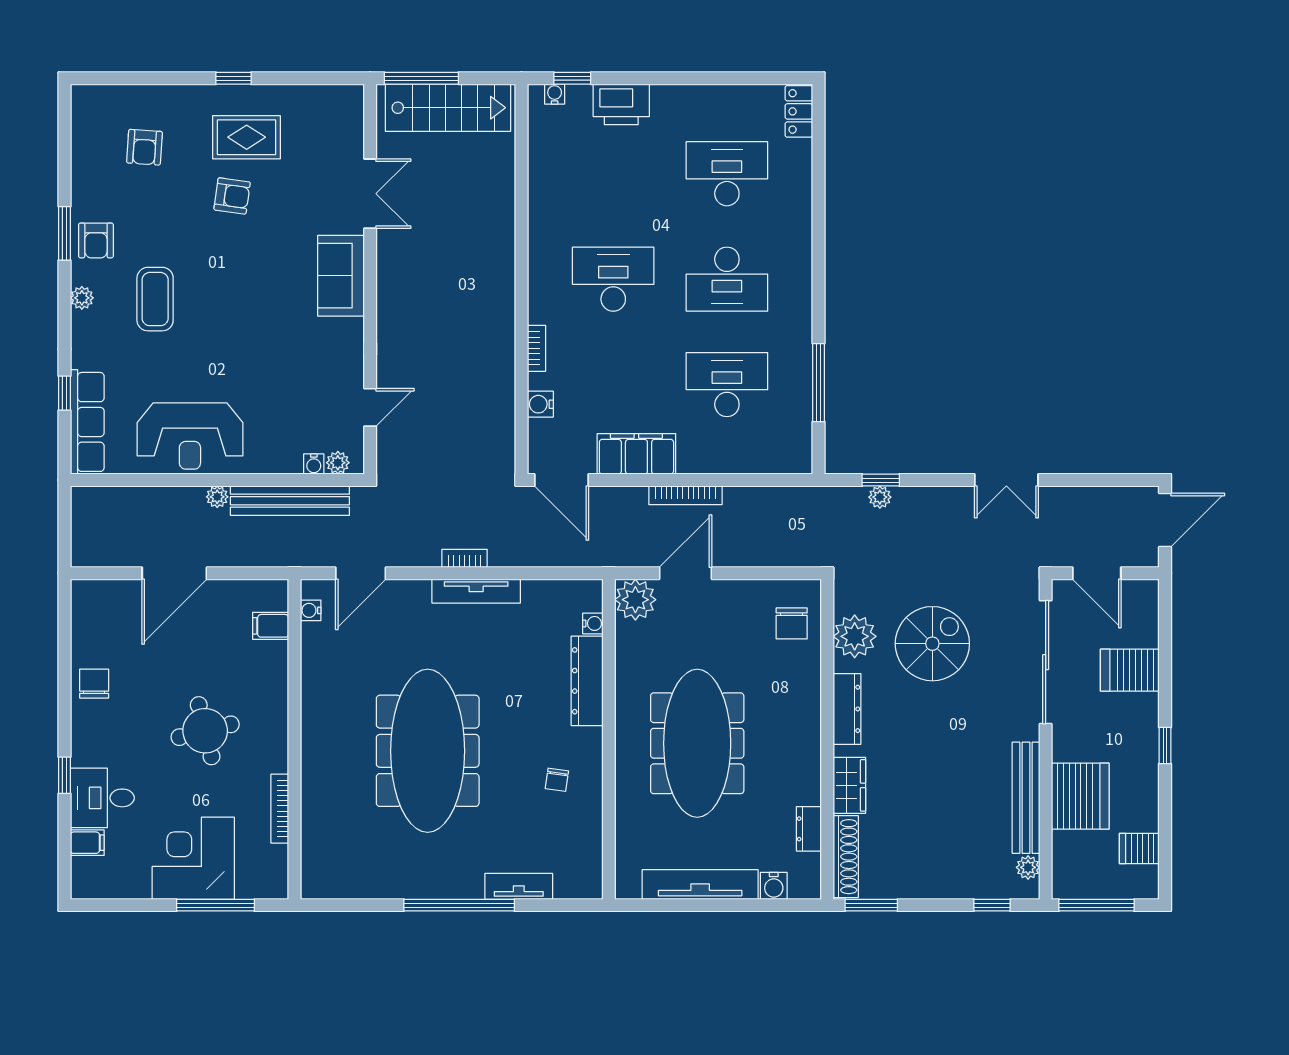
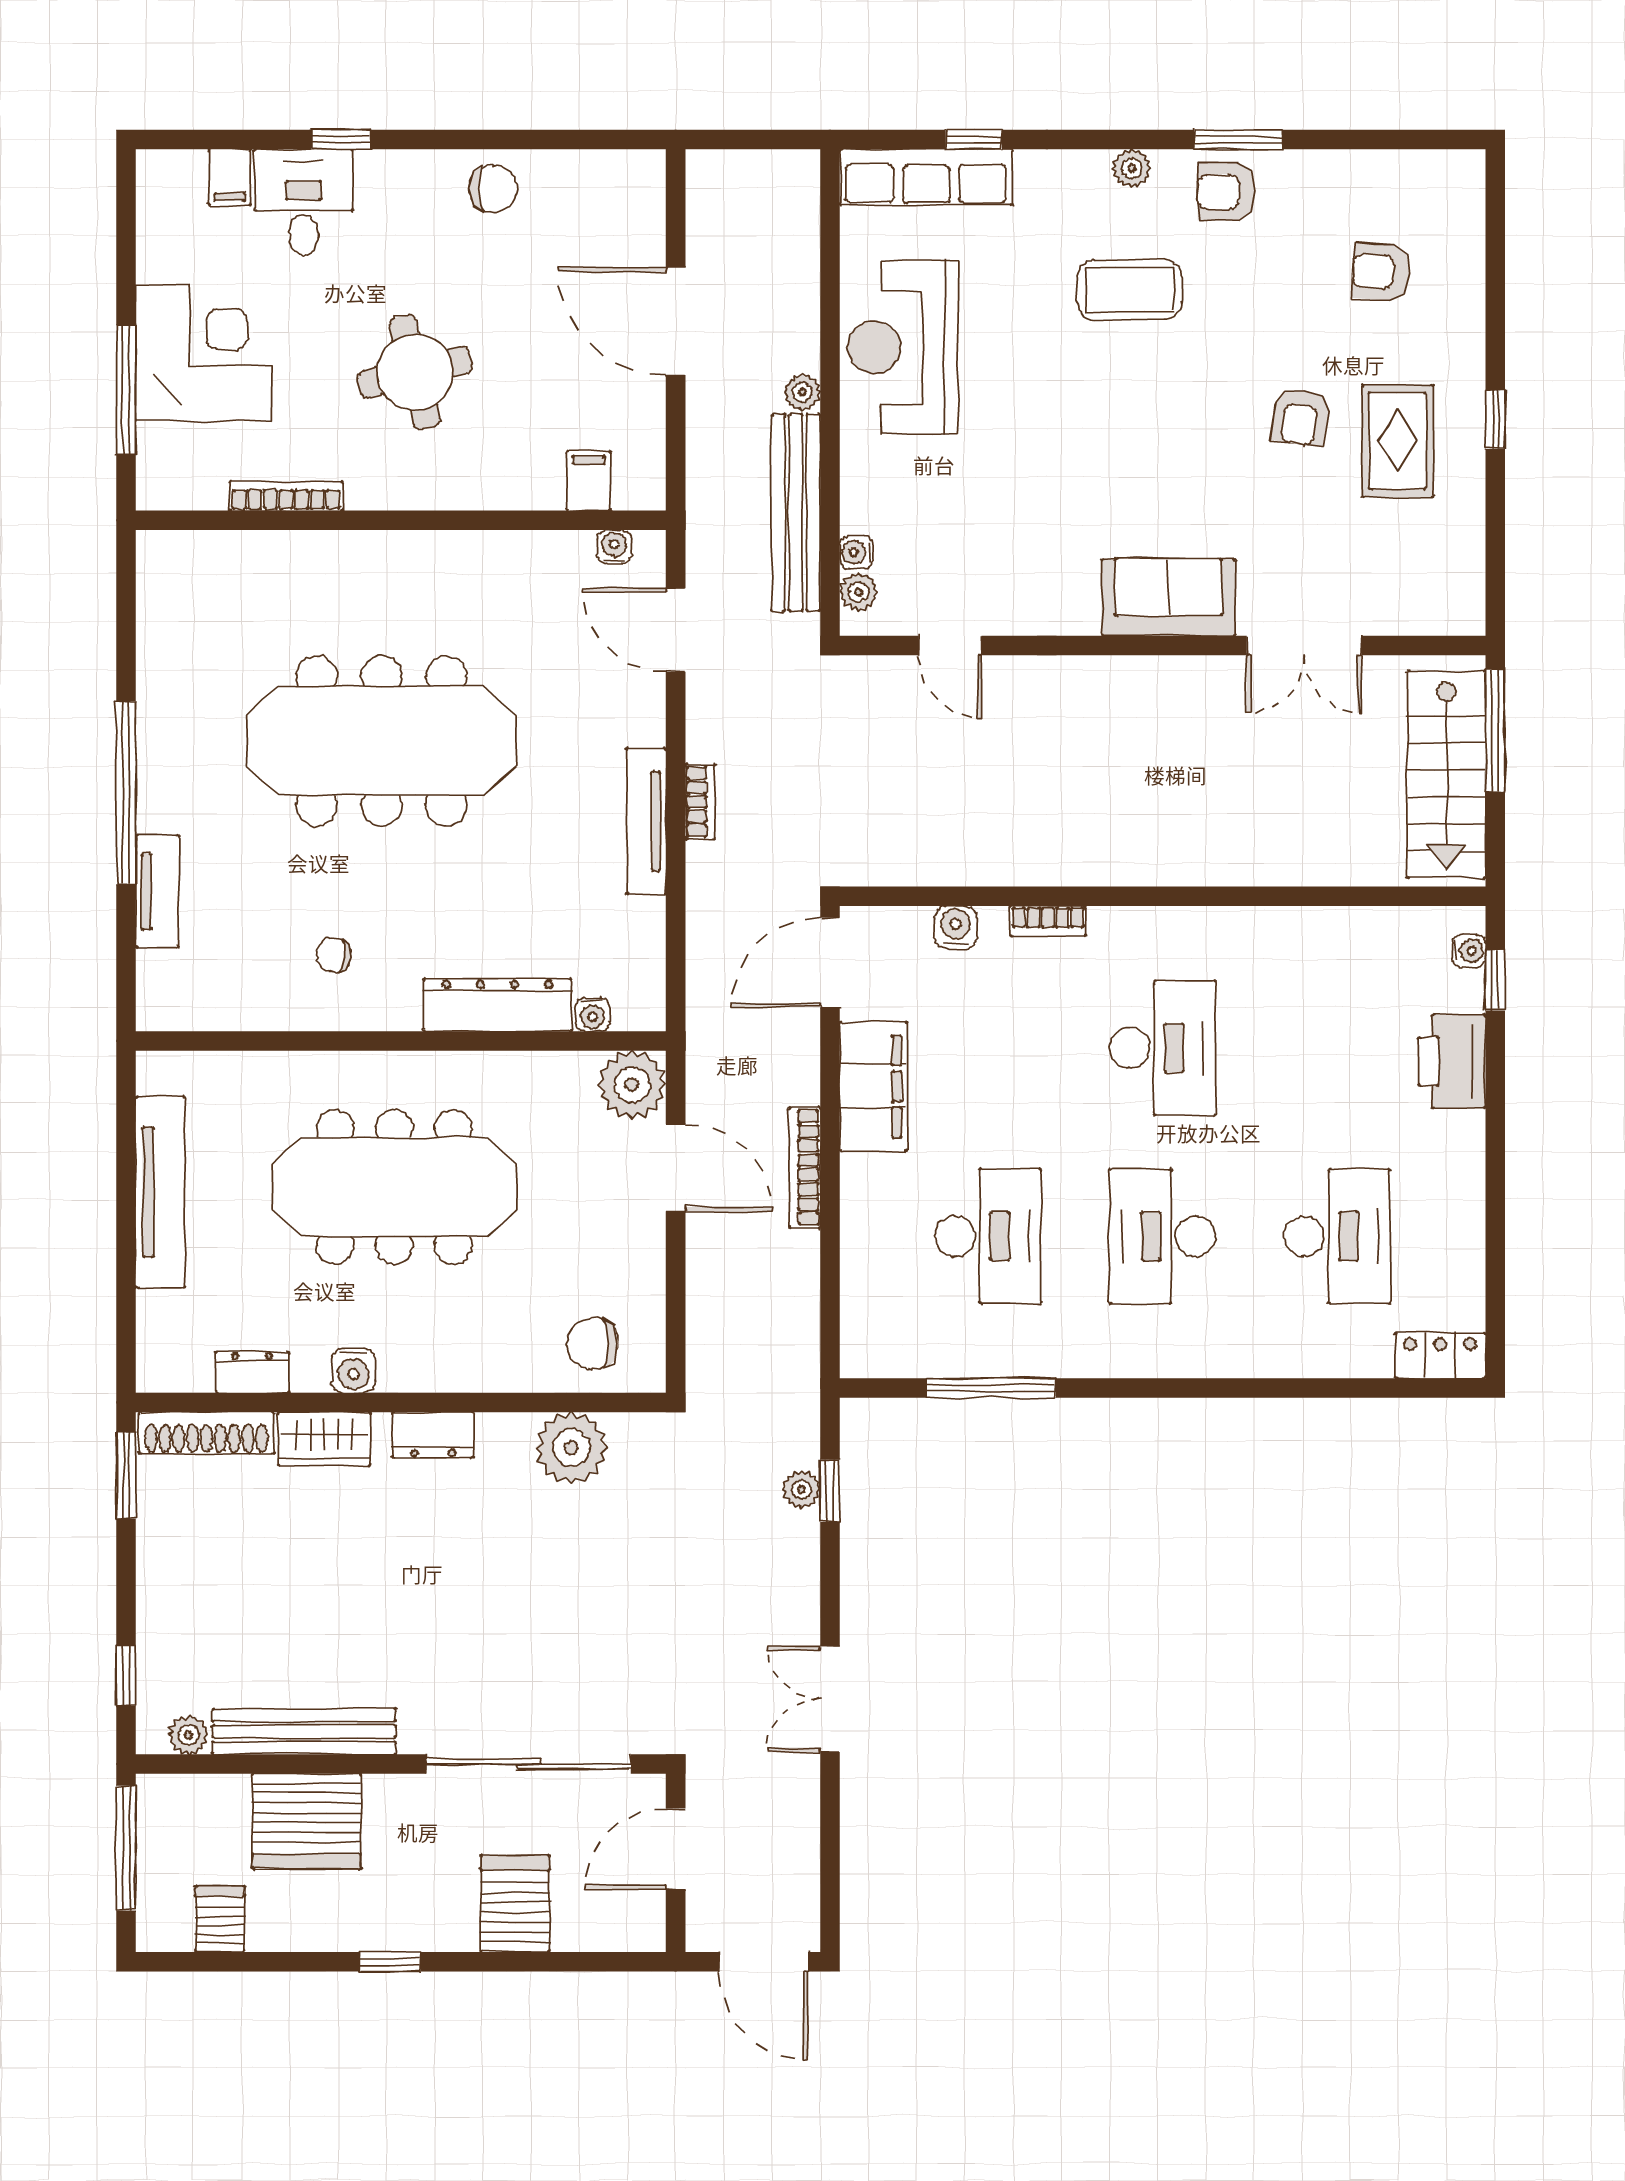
spiral stairs: (932, 644) -> (559, 1576), removed
dresser: (847, 709) -> (433, 1435), width x0.70
water cooler: (774, 886) -> (353, 1371), moved, turned -90

